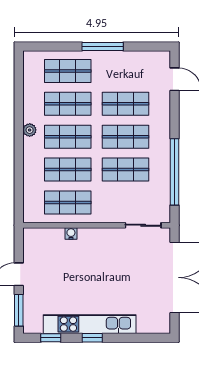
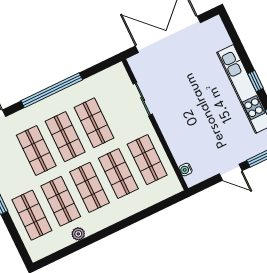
plant: (30, 130) -> (78, 234), moved
window: (174, 172) -> (52, 90), moved
sliding door: (143, 225) -> (143, 99), moved
water cooler: (71, 234) -> (186, 170), moved

